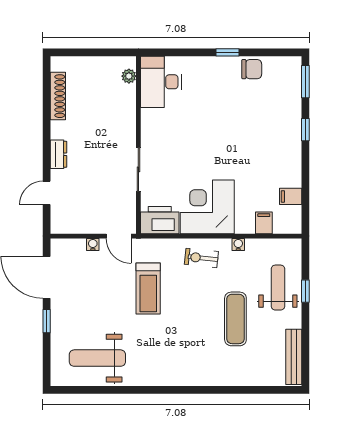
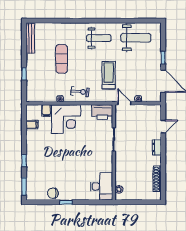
corner desk: (207, 207) -> (66, 119), moved
weight bench: (278, 288) -> (99, 38), moved, turned -90

